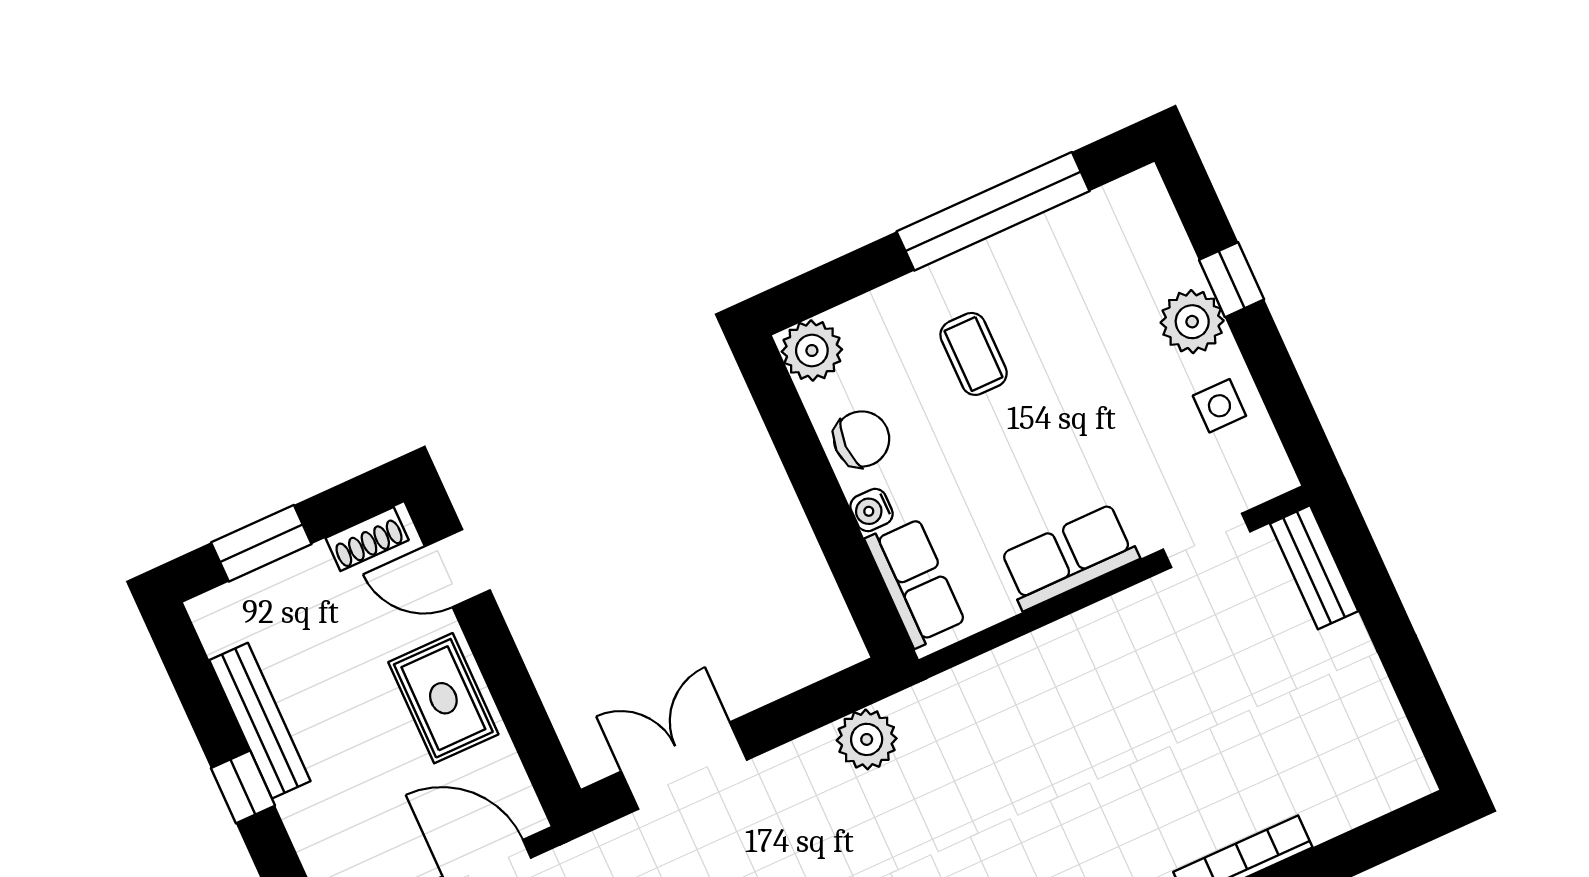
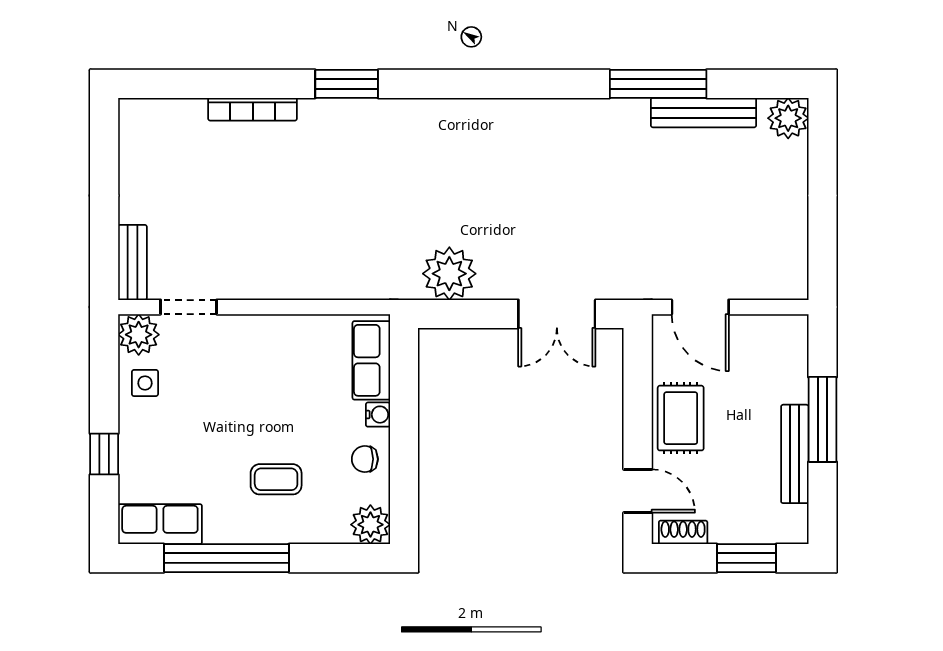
plant: (1192, 322) -> (139, 335), moved
coffee table: (974, 354) -> (276, 479), turned 90
chair: (862, 439) -> (365, 459), width x0.73, depth x0.73
row of seats: (1069, 557) -> (160, 524), moved, turned 180
plant: (867, 739) -> (449, 274), width x1.36, depth x1.36
window: (243, 787) -> (822, 419), width x2.17

